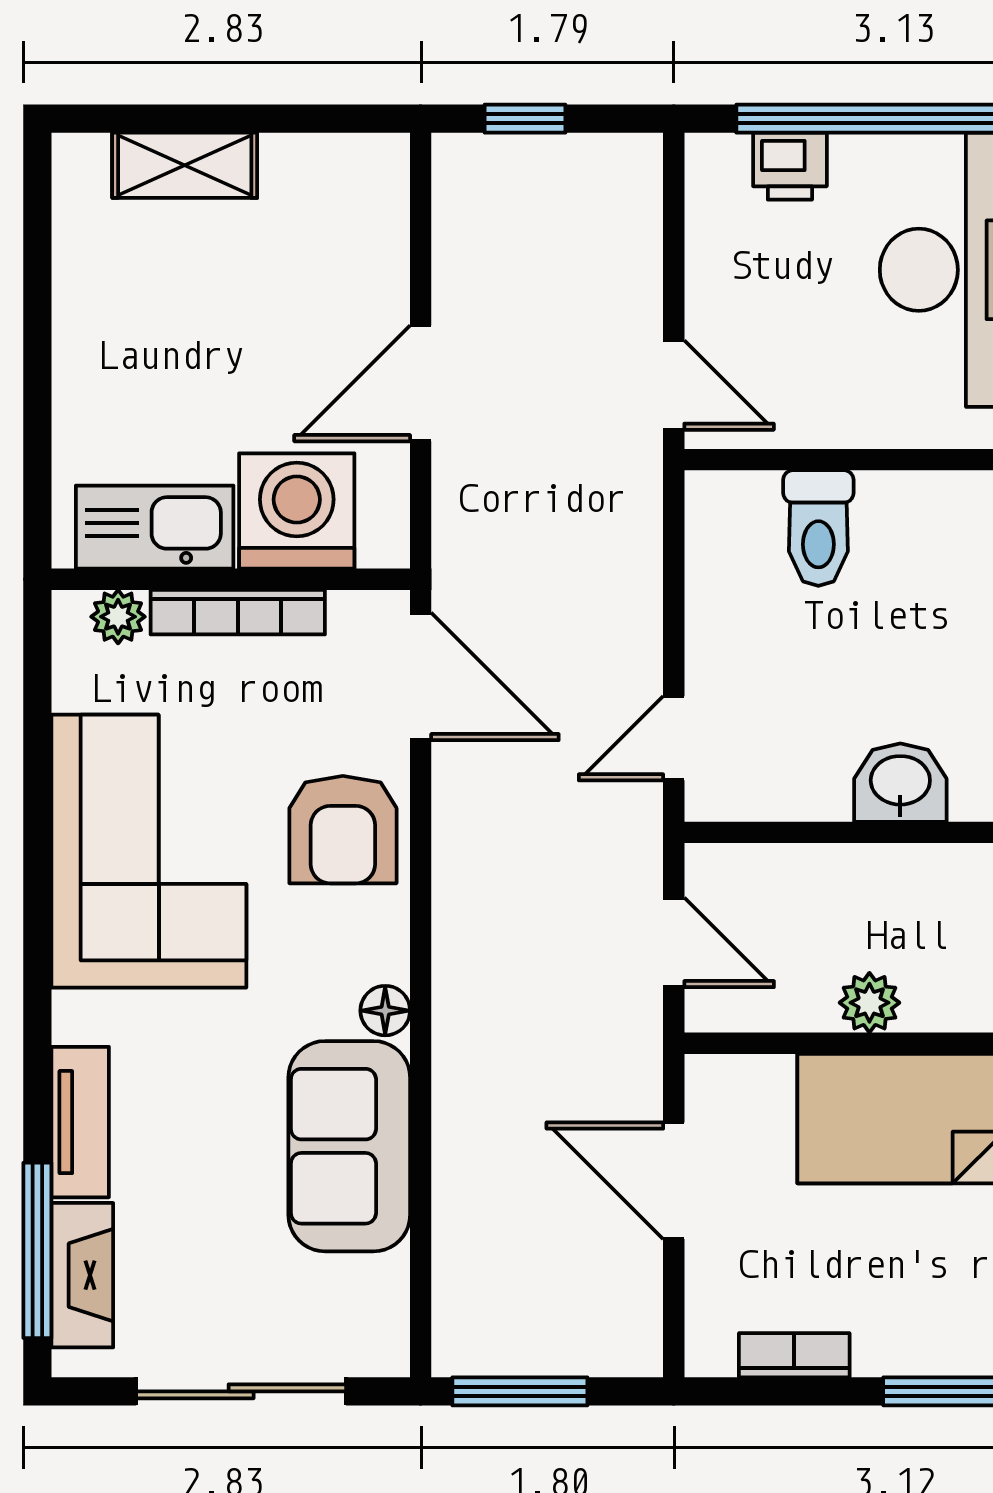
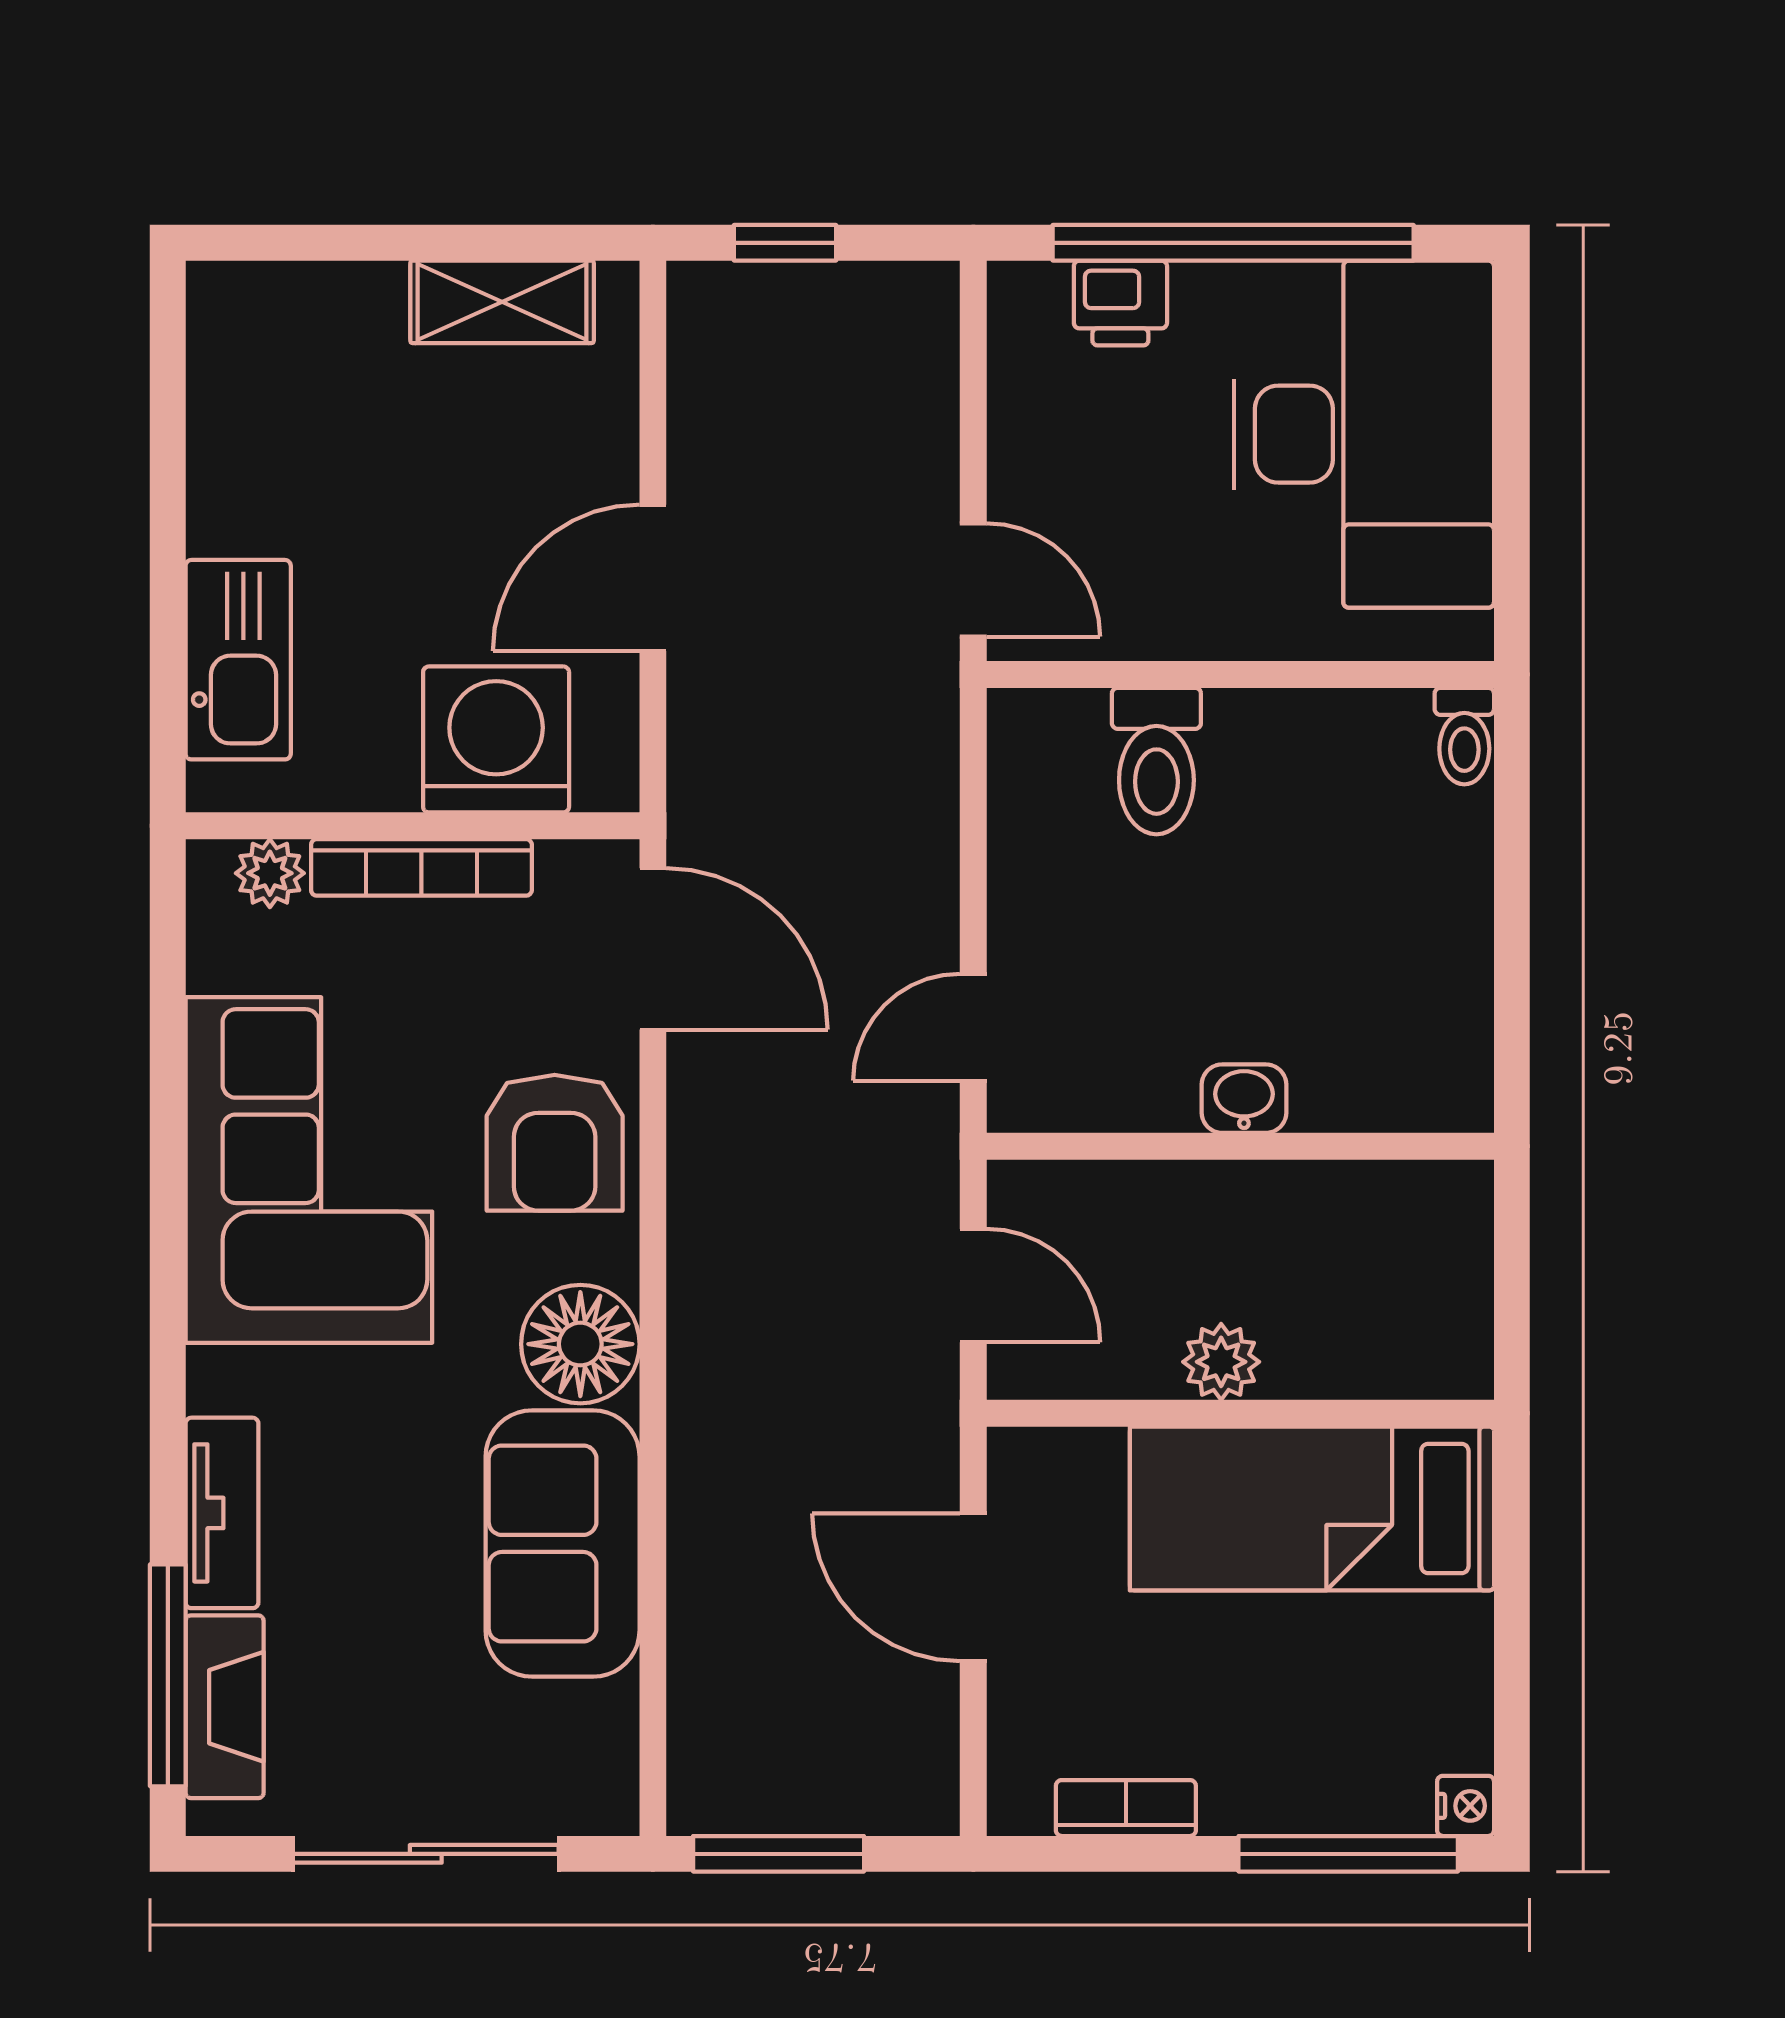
shelving: (185, 165) -> (502, 302), moved
kitchen sink: (155, 527) -> (238, 660), moved, turned 90
washbasin: (900, 783) -> (1244, 1099), width x0.72, depth x0.69
floor lamp: (385, 1011) -> (580, 1344), width x1.89, depth x1.89

